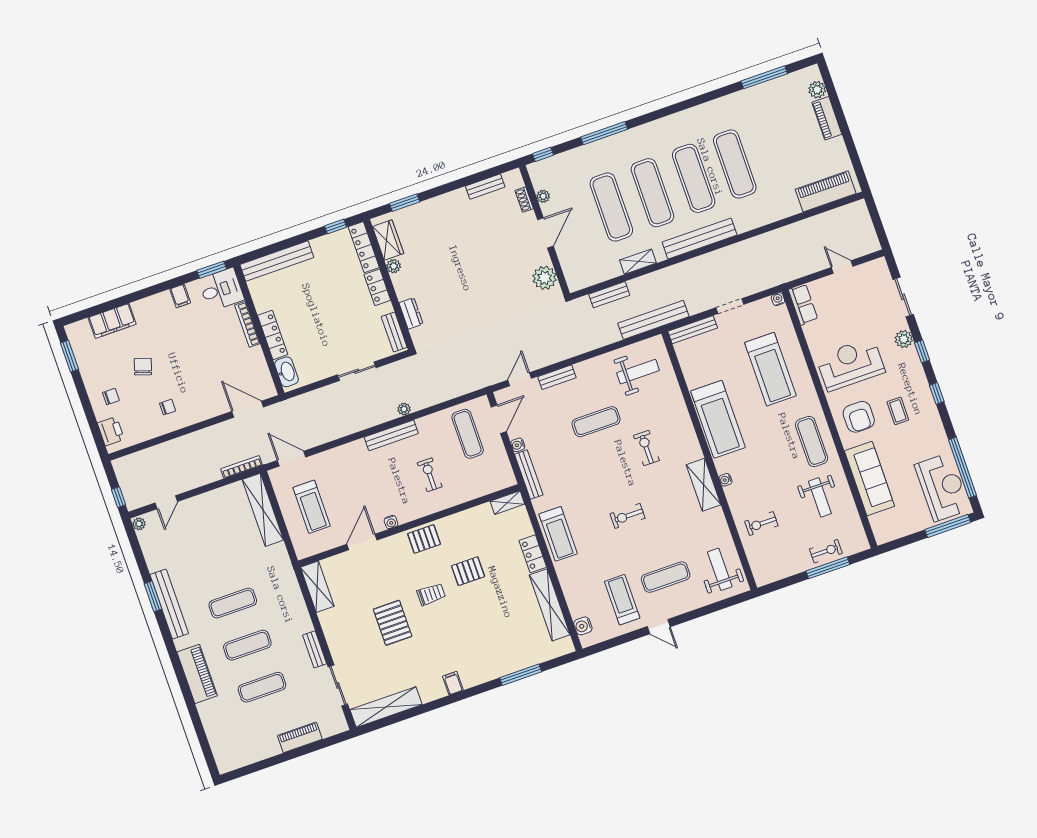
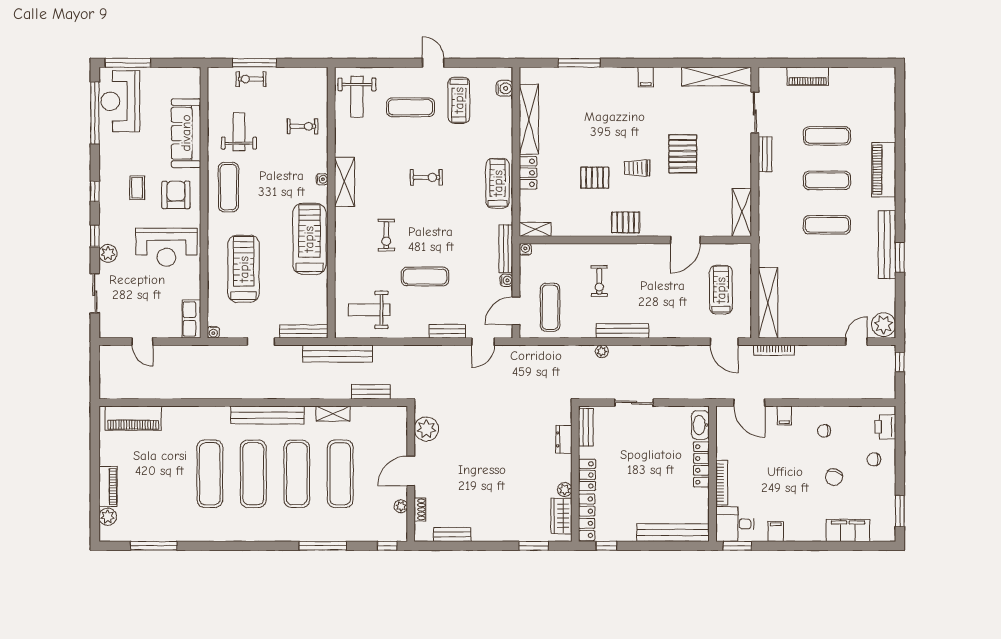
filing cabinet: (210, 409) -> (784, 416), added
water cooler: (391, 522) -> (525, 249), moved
plant: (139, 524) -> (884, 325), width x1.88, depth x1.88

